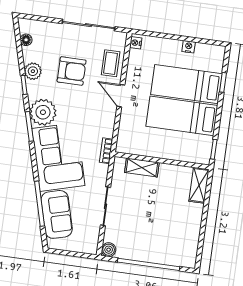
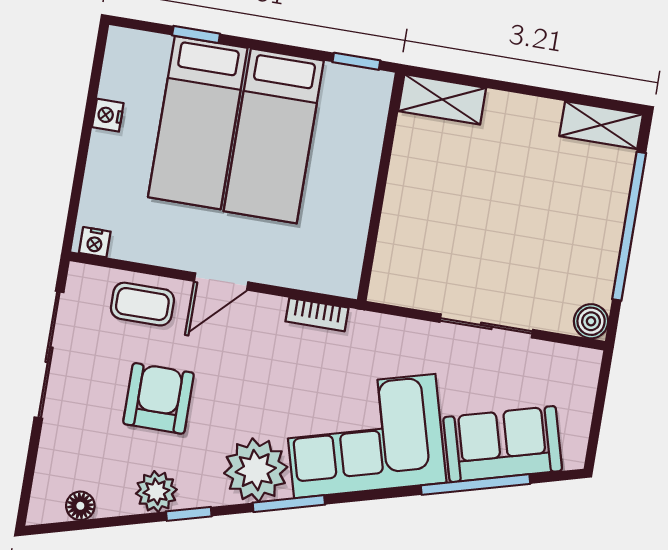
bookcase: (106, 151) -> (317, 315), moved
shelving: (142, 167) -> (601, 125), moved, turned 90

